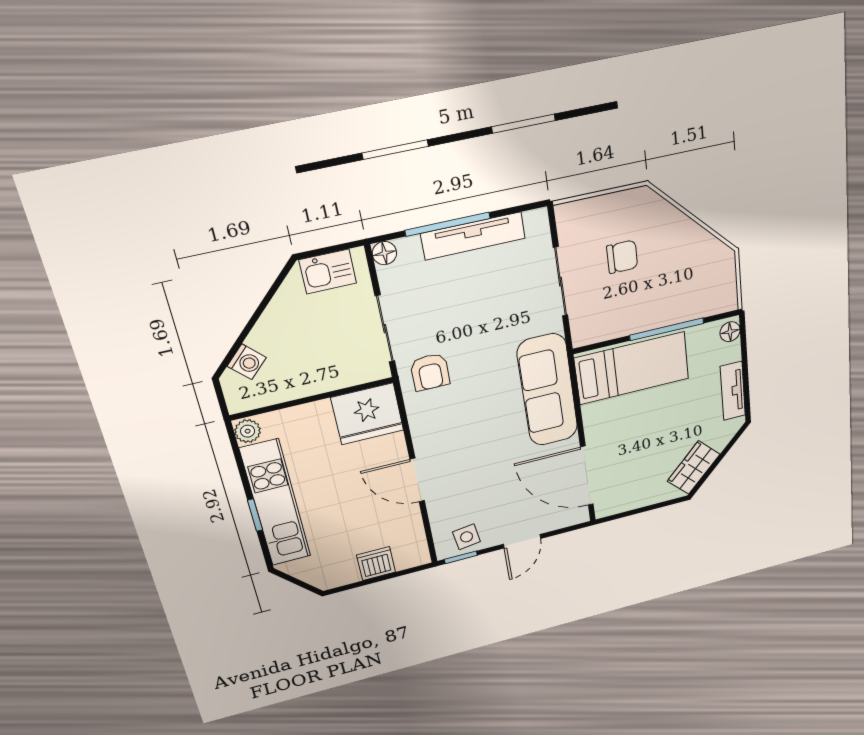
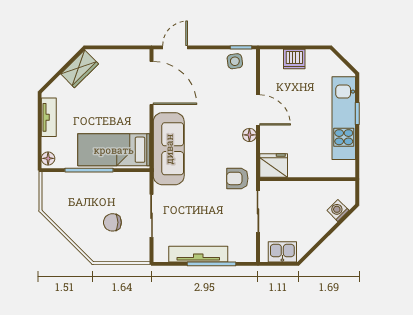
floor lamp: (384, 253) -> (249, 135), moved
armchair: (430, 372) -> (237, 178), turned -90
fridge: (367, 414) -> (274, 165), width x0.73, depth x0.75
plant: (248, 431) -> (348, 169), removed
door: (522, 541) -> (175, 47), moved

